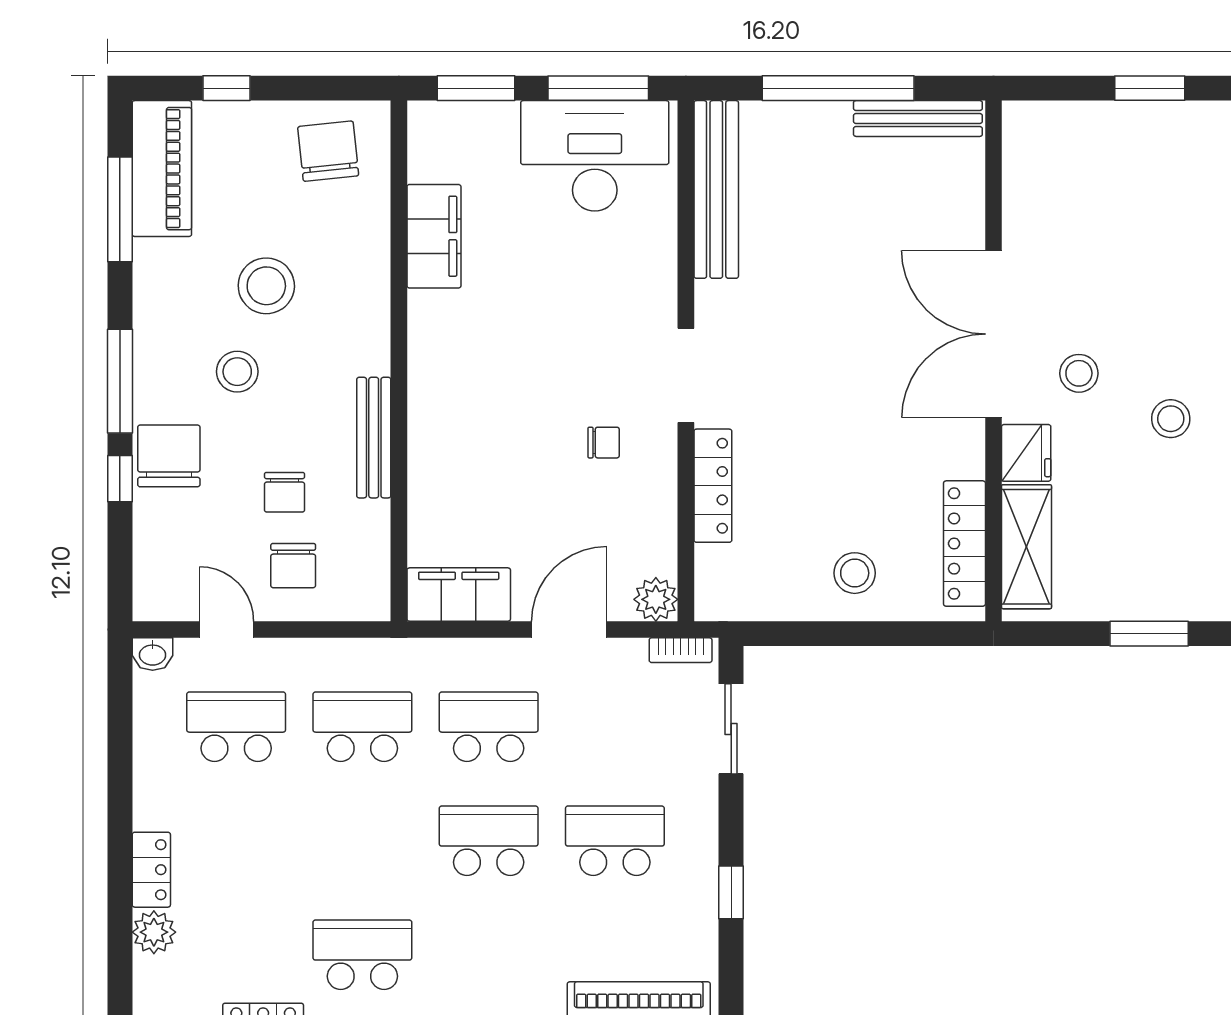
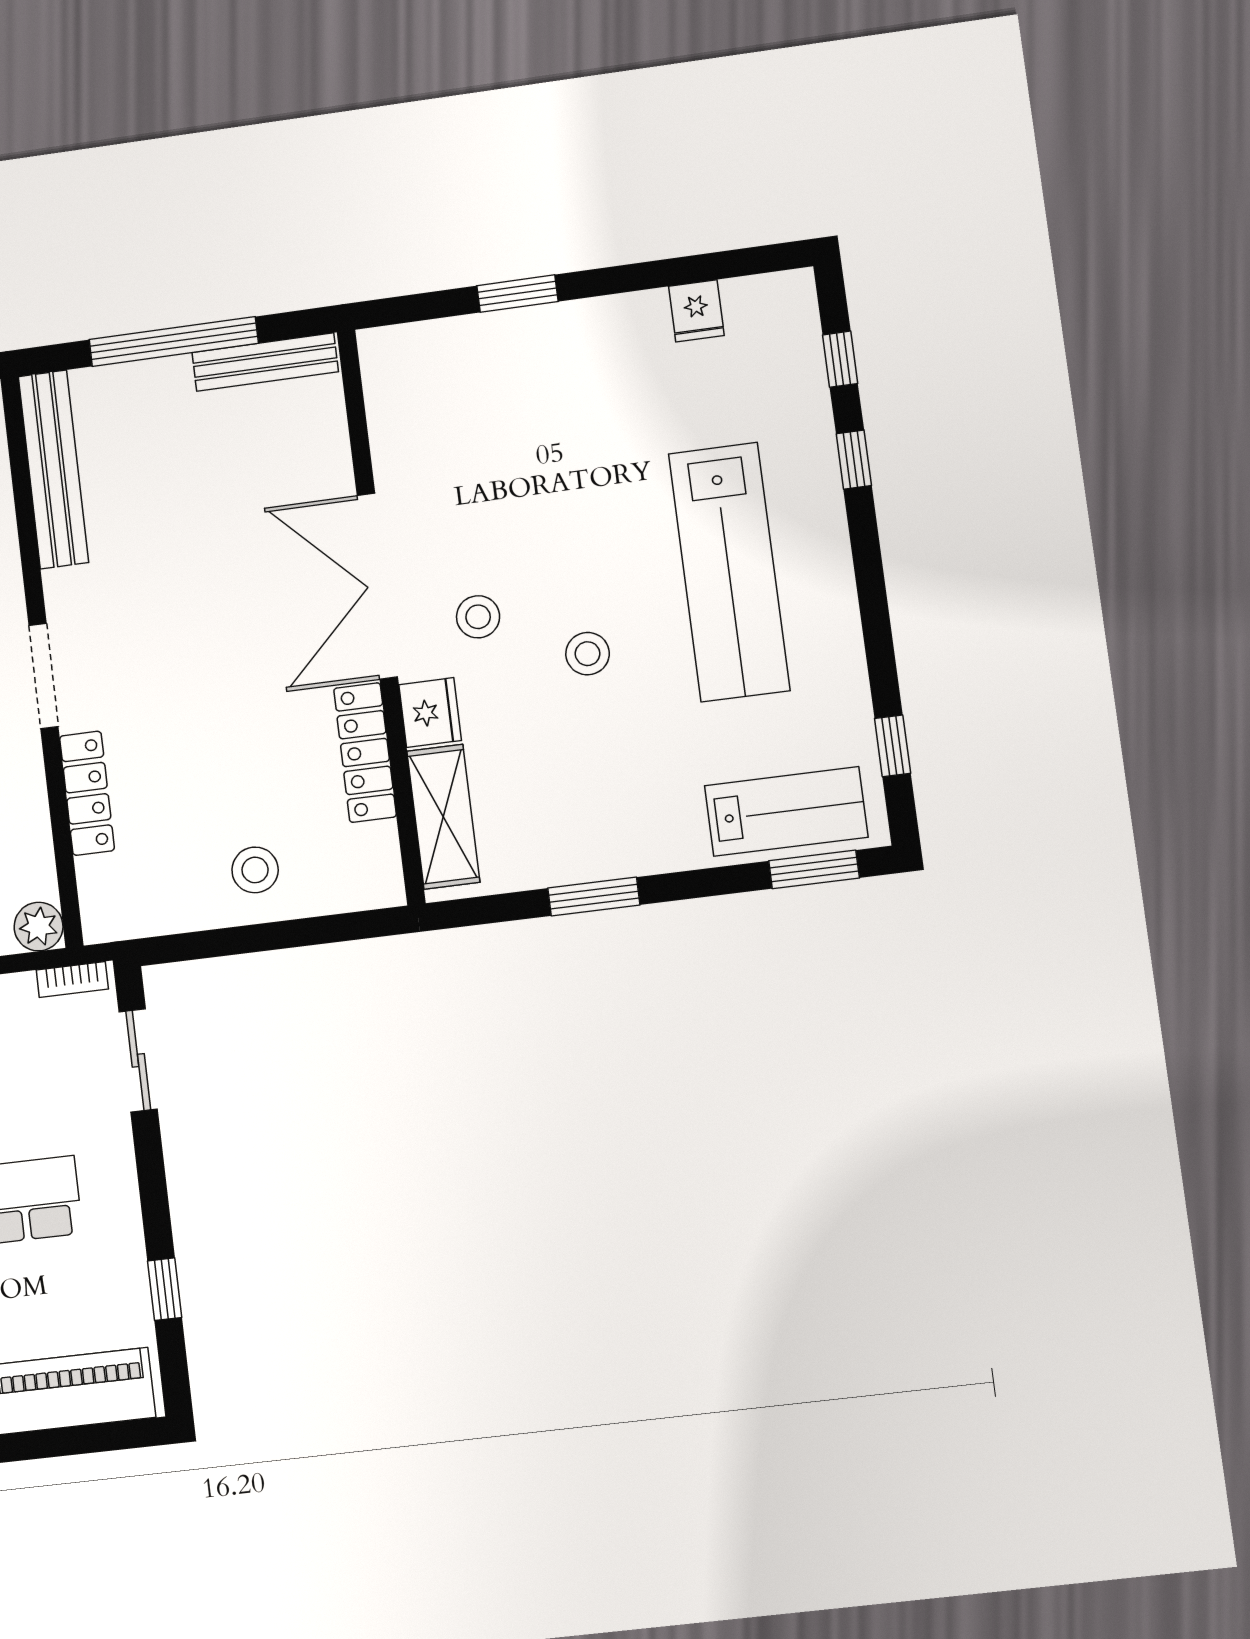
locker: (964, 544) -> (365, 753), moved
window: (731, 892) -> (165, 1289), moved

